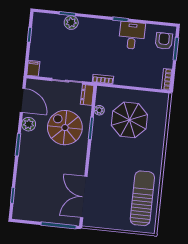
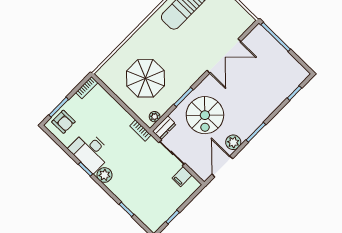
plant: (71, 23) -> (104, 175), moved
desk: (132, 35) -> (90, 151), width x1.37
armchair: (164, 41) -> (63, 122), turned -90
filing cabinet: (33, 68) -> (182, 177), moved
plant: (99, 110) -> (155, 117), moved
double door: (84, 197) -> (224, 56), moved

